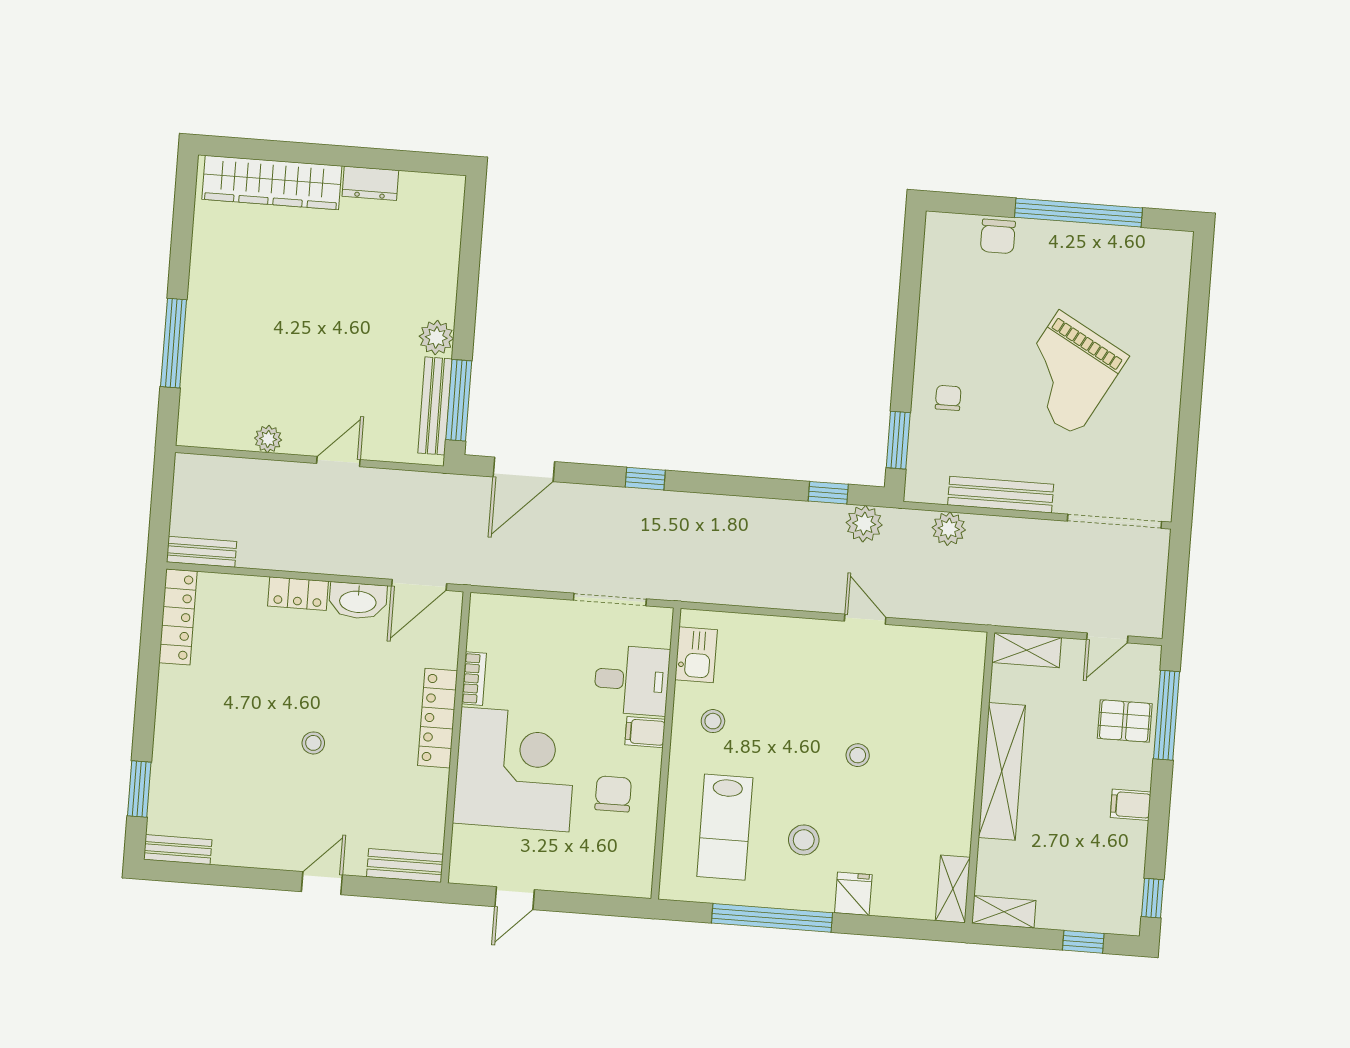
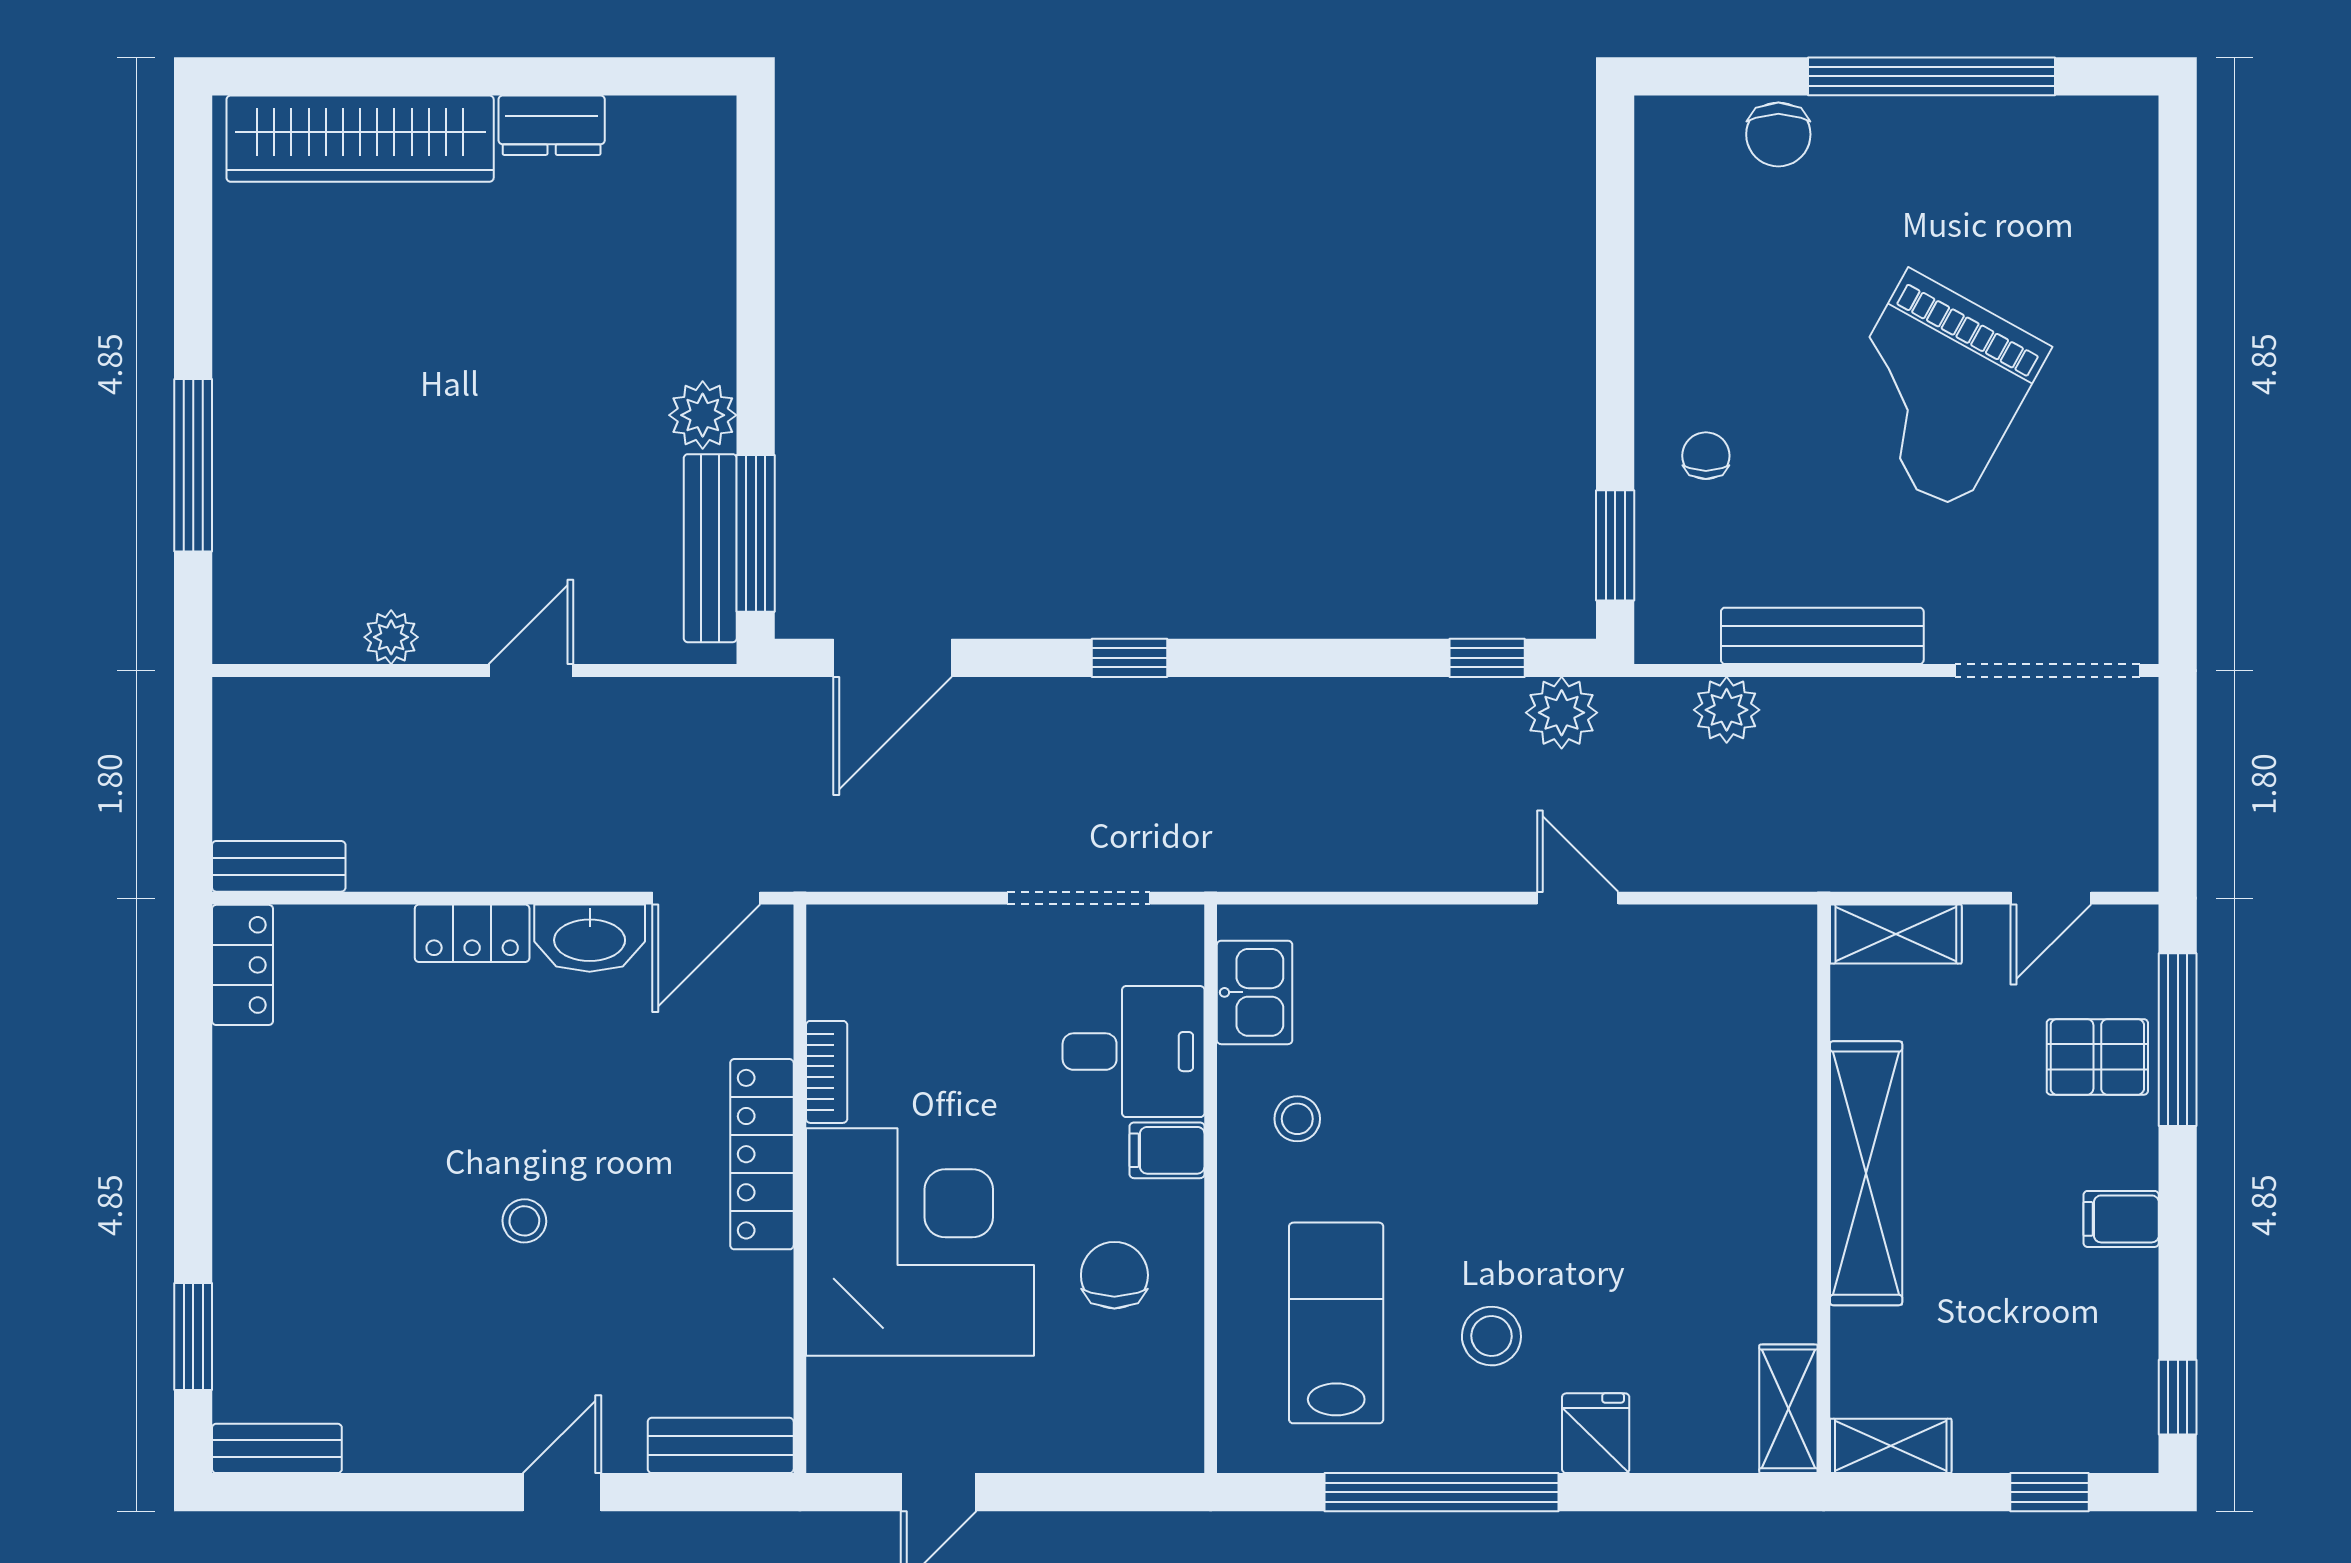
locker: (178, 617) -> (242, 965), width x0.66
stool: (858, 755) -> (1584, 1163), removed
lab bench: (725, 827) -> (1336, 1323), turned 180

